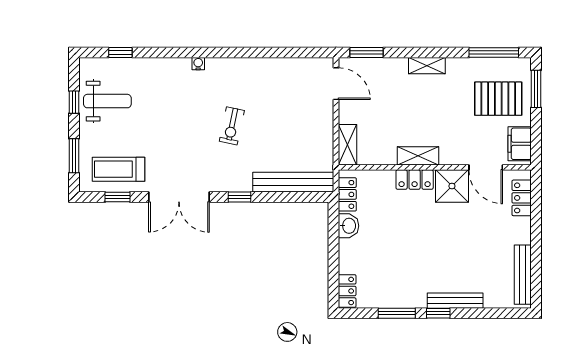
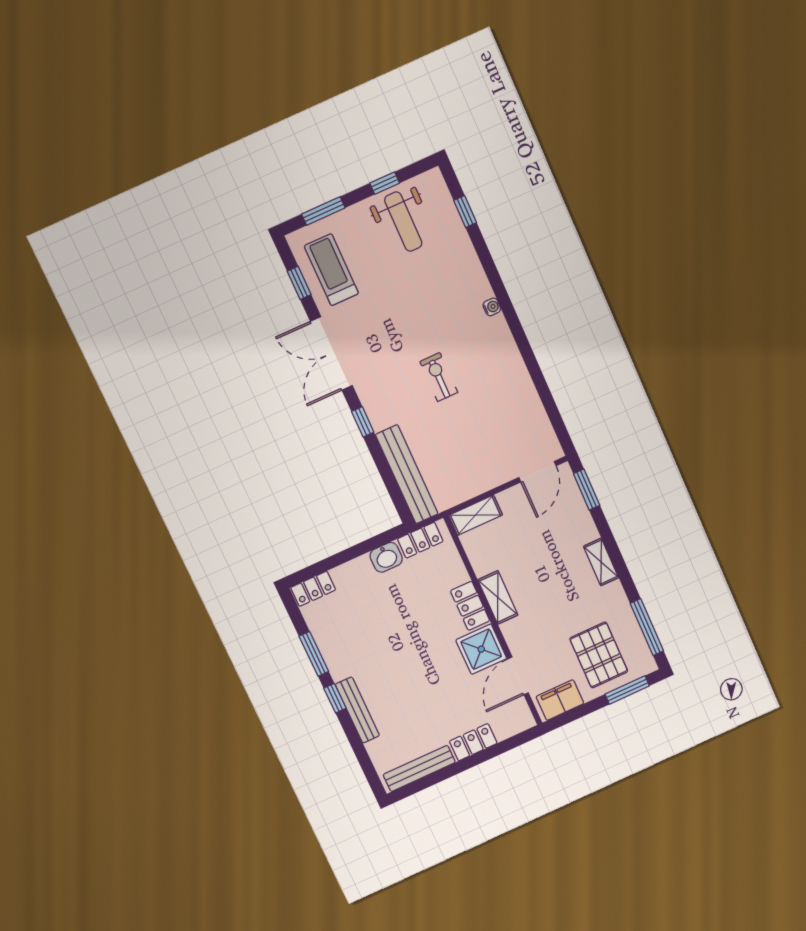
exercise bike: (232, 126) -> (439, 377), turned 78
locker: (522, 198) -> (473, 742), moved

